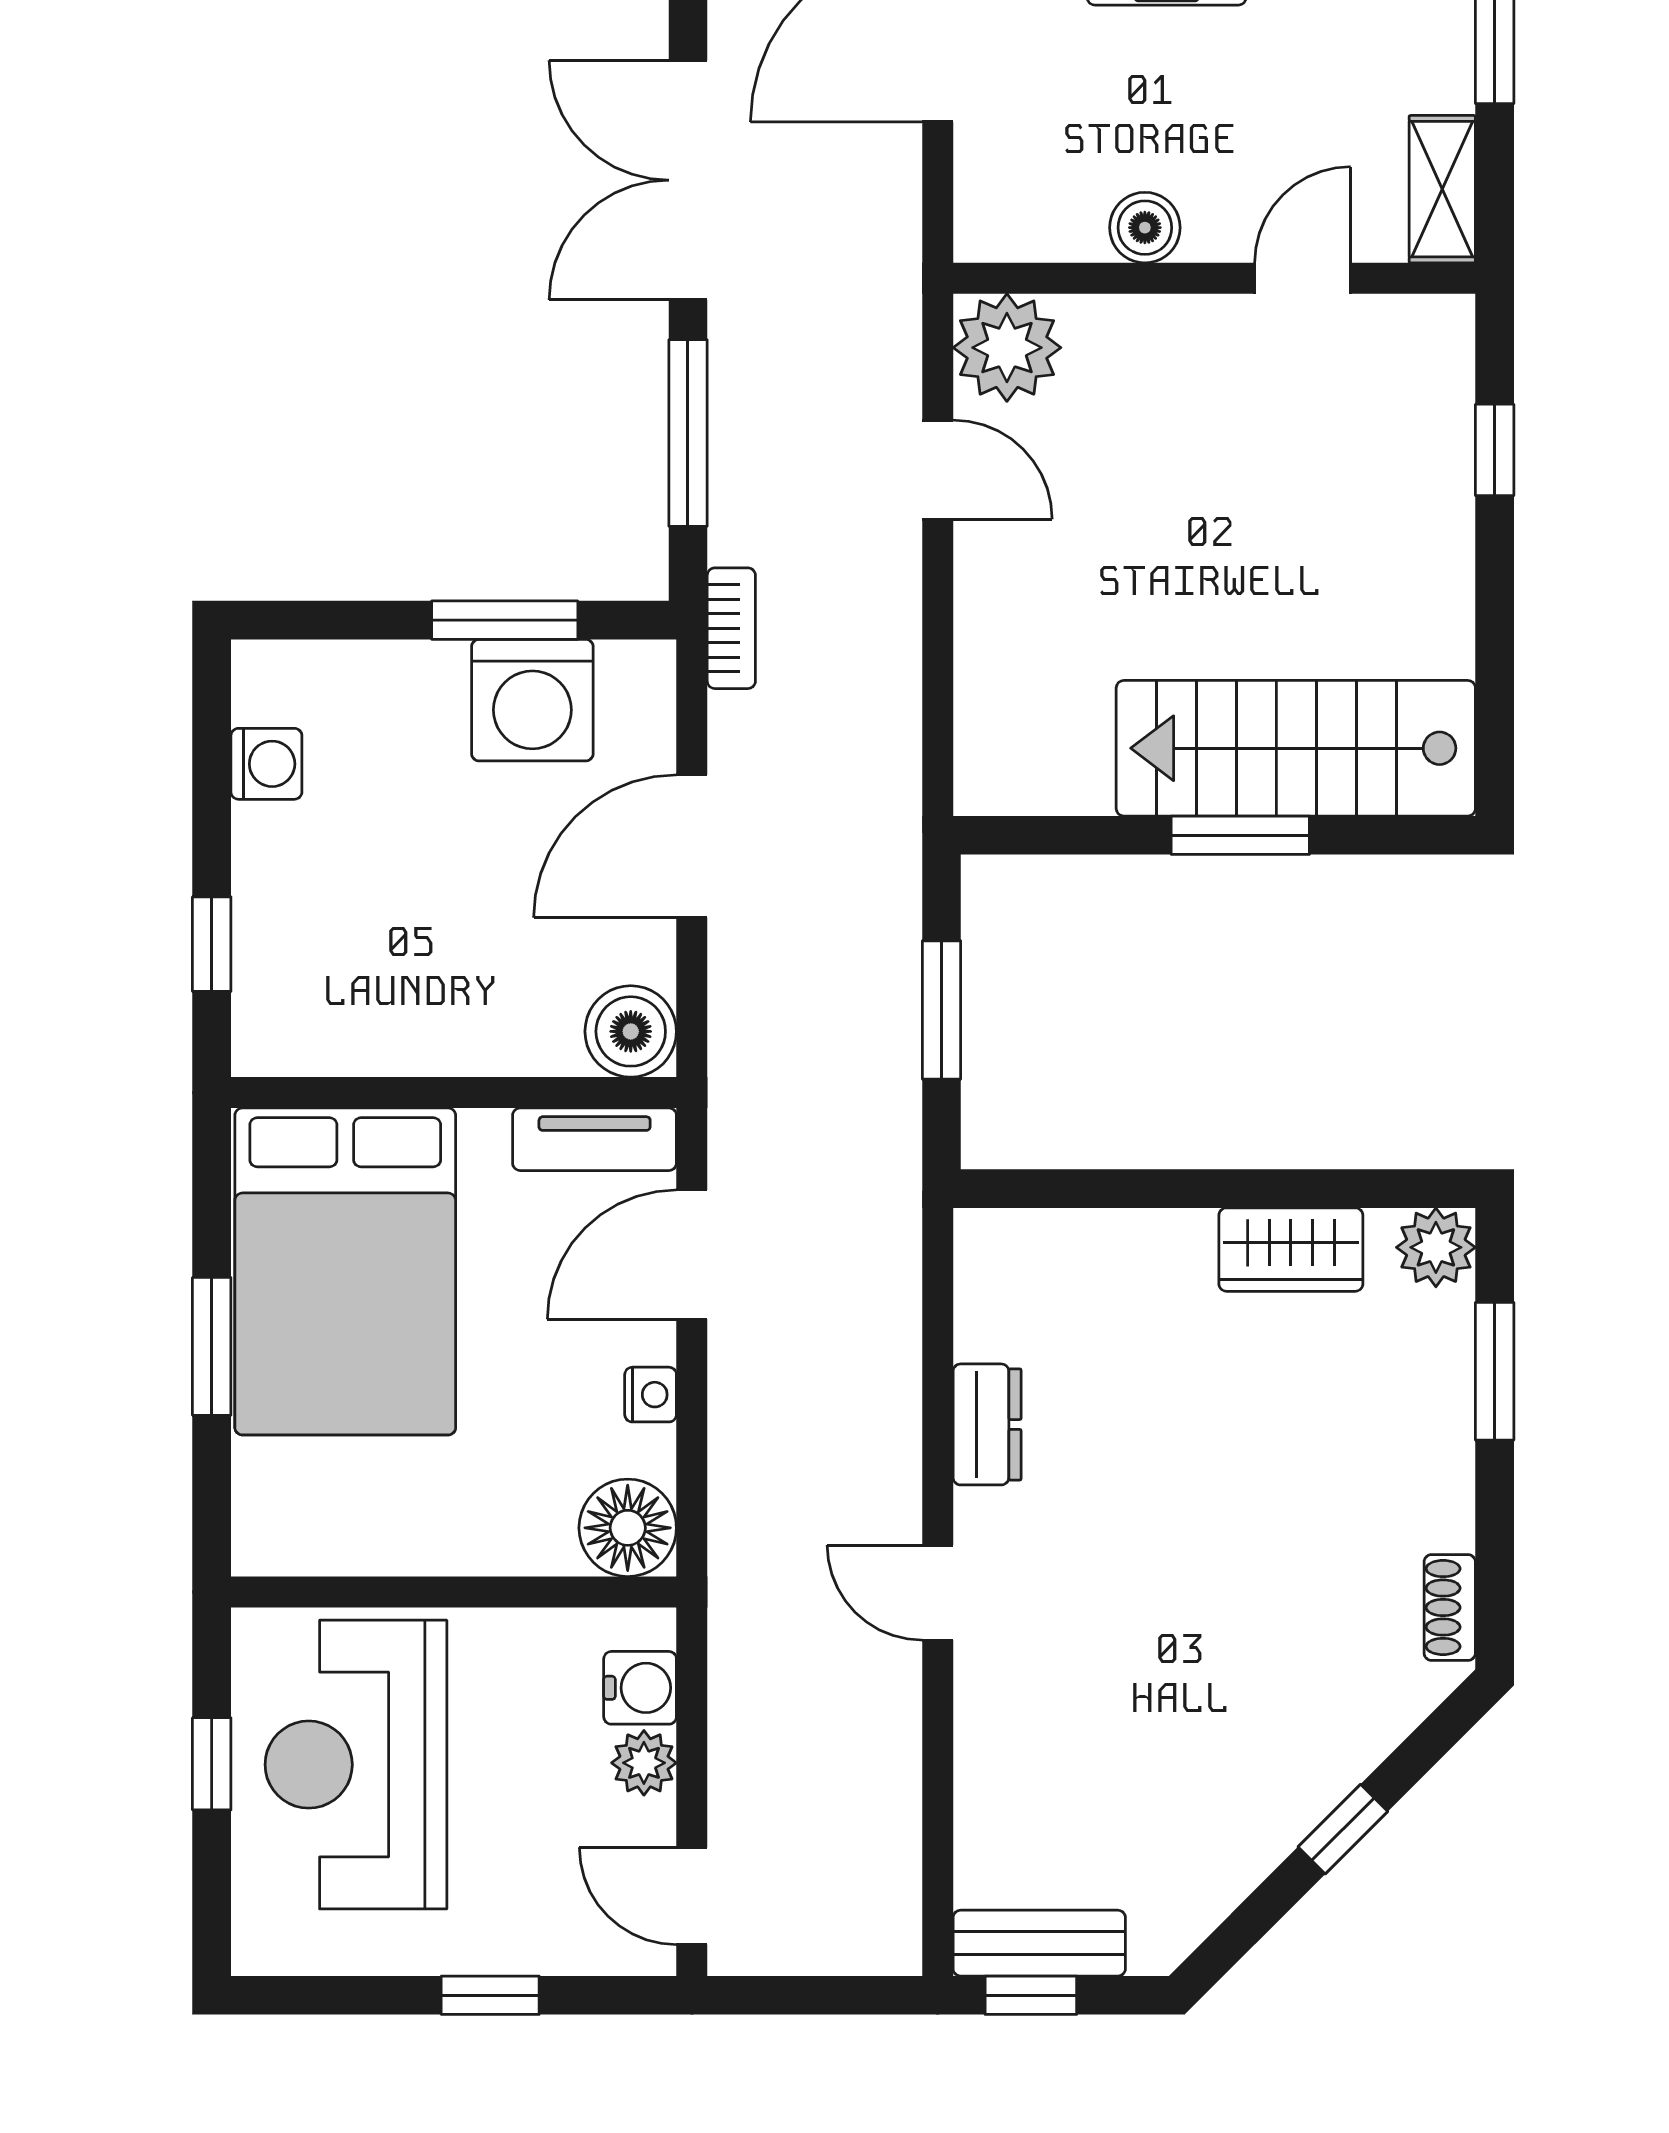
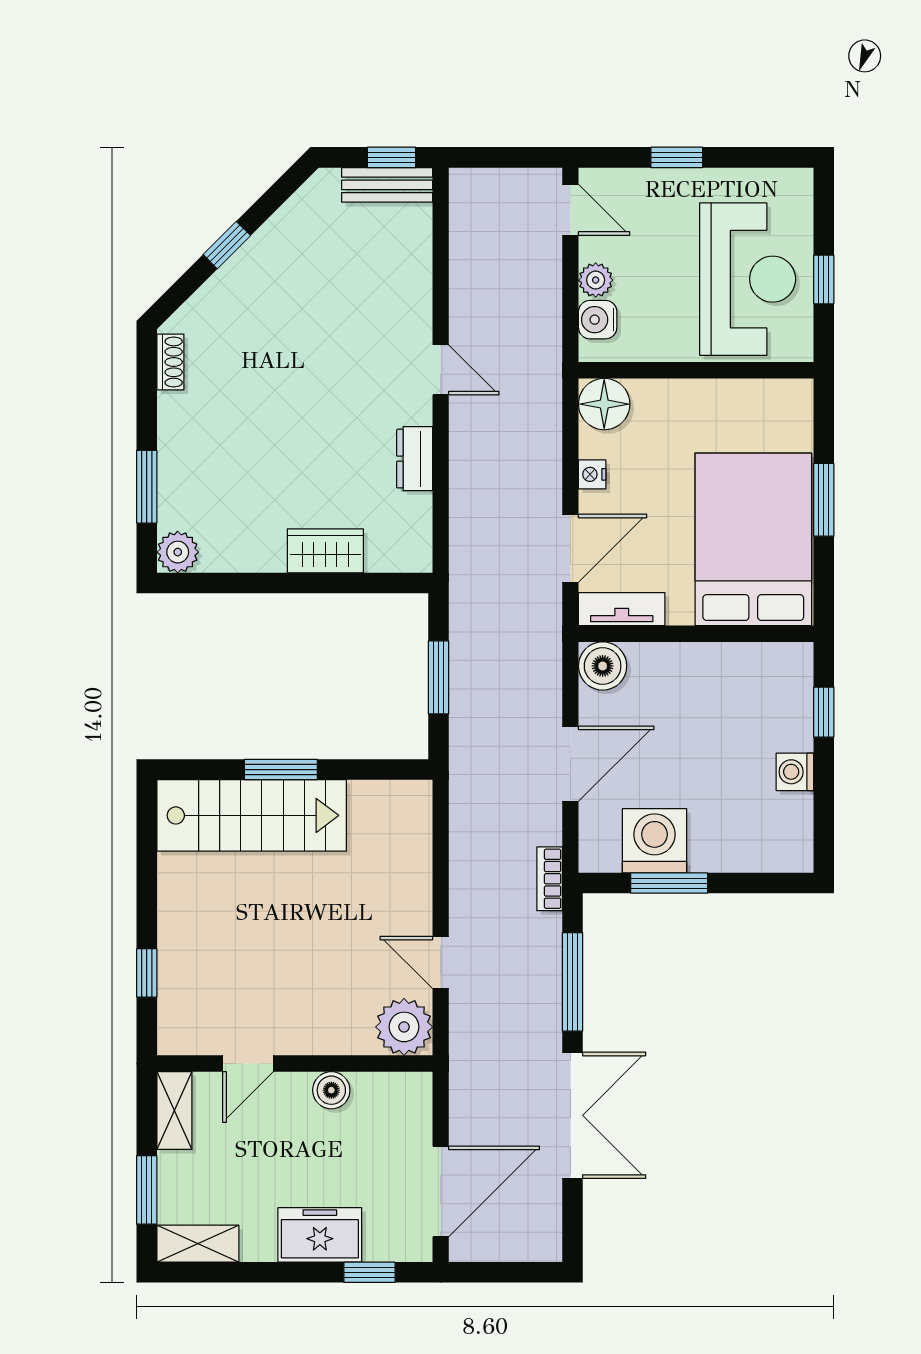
washing machine: (266, 764) -> (795, 772), moved
wardrobe: (1291, 1250) -> (325, 551), moved

